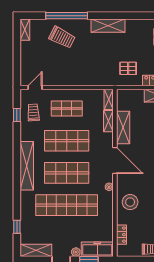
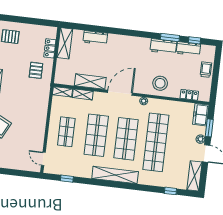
trolley: (33, 112) -> (66, 163), removed
freezer: (97, 249) -> (201, 115), width x0.71

